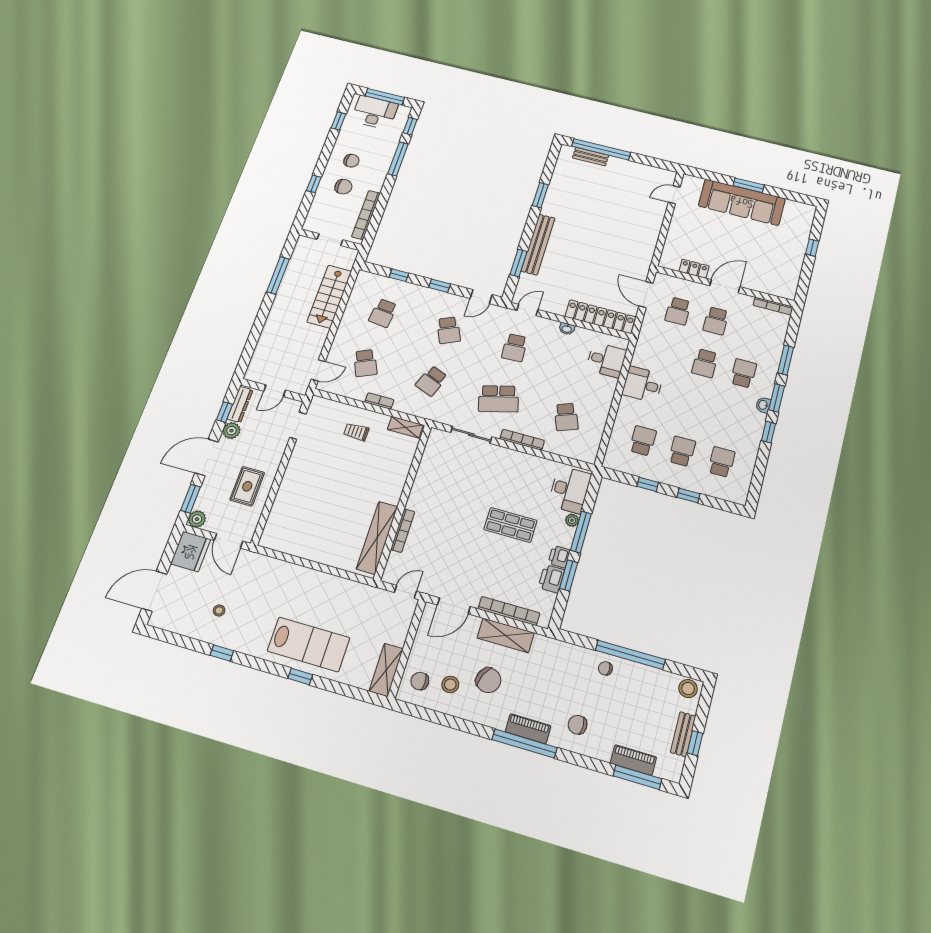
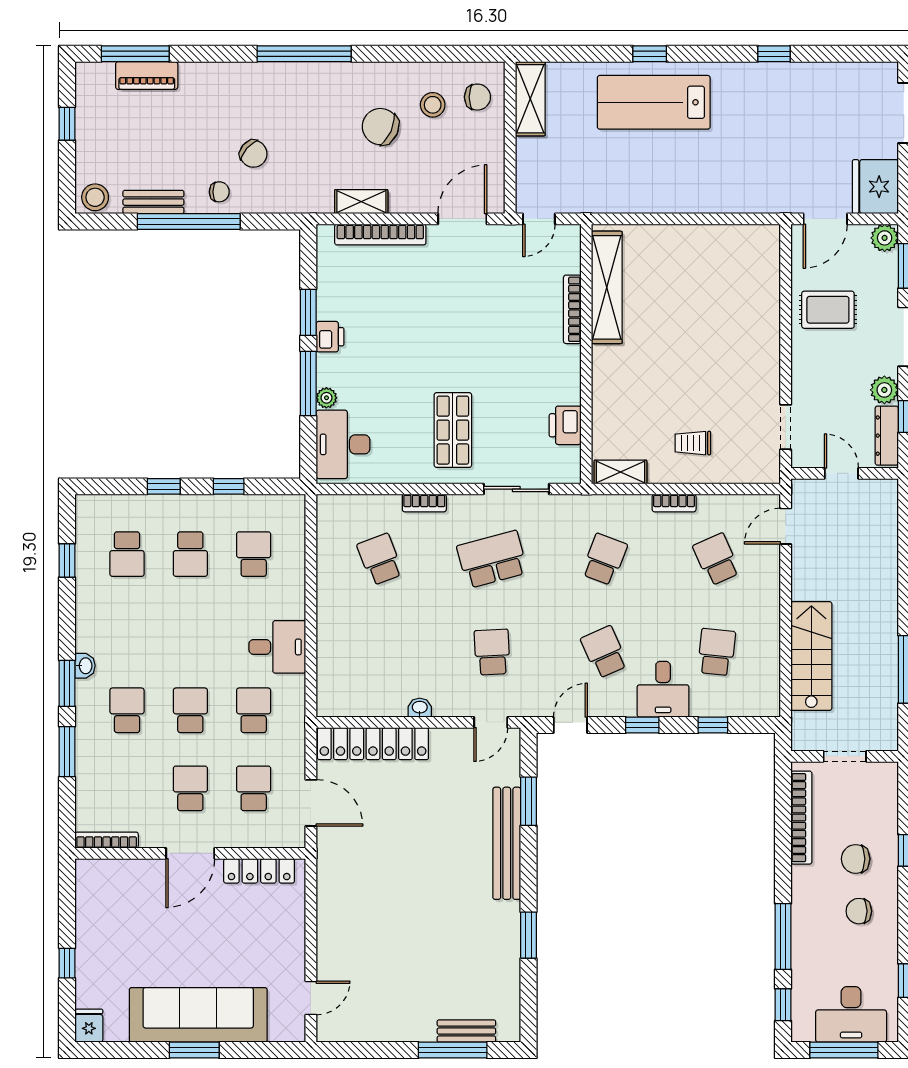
window: (601, 149) -> (453, 1050), width x0.68
fridge: (807, 212) -> (89, 1026), added
locker: (694, 269) -> (259, 871), width x1.53
school desk: (667, 353) -> (254, 710), added
desk: (606, 360) -> (663, 689), moved, turned -90
school desk: (743, 373) -> (127, 710), turned 180
door: (275, 391) -> (841, 473), hinge flipped
trolley: (356, 432) -> (693, 443), turned 180
window: (769, 432) -> (67, 560), moved
bookcase: (522, 440) -> (424, 503), width x0.64
school desk: (643, 441) -> (254, 554), turned 180
rug: (247, 486) -> (828, 310), turned 90
shop shelf: (510, 525) -> (453, 430), moved, turned 90
door: (229, 541) -> (825, 219), swing flipped
printer: (551, 579) -> (565, 425), moved, turned 180
stool: (219, 610) -> (801, 113), removed
shelving: (506, 635) -> (361, 202), width x0.67, depth x0.75
chair: (578, 725) -> (253, 154), moved, turned 41
piano: (528, 729) -> (305, 75), removed
bench: (683, 734) -> (153, 202), moved, turned 90

